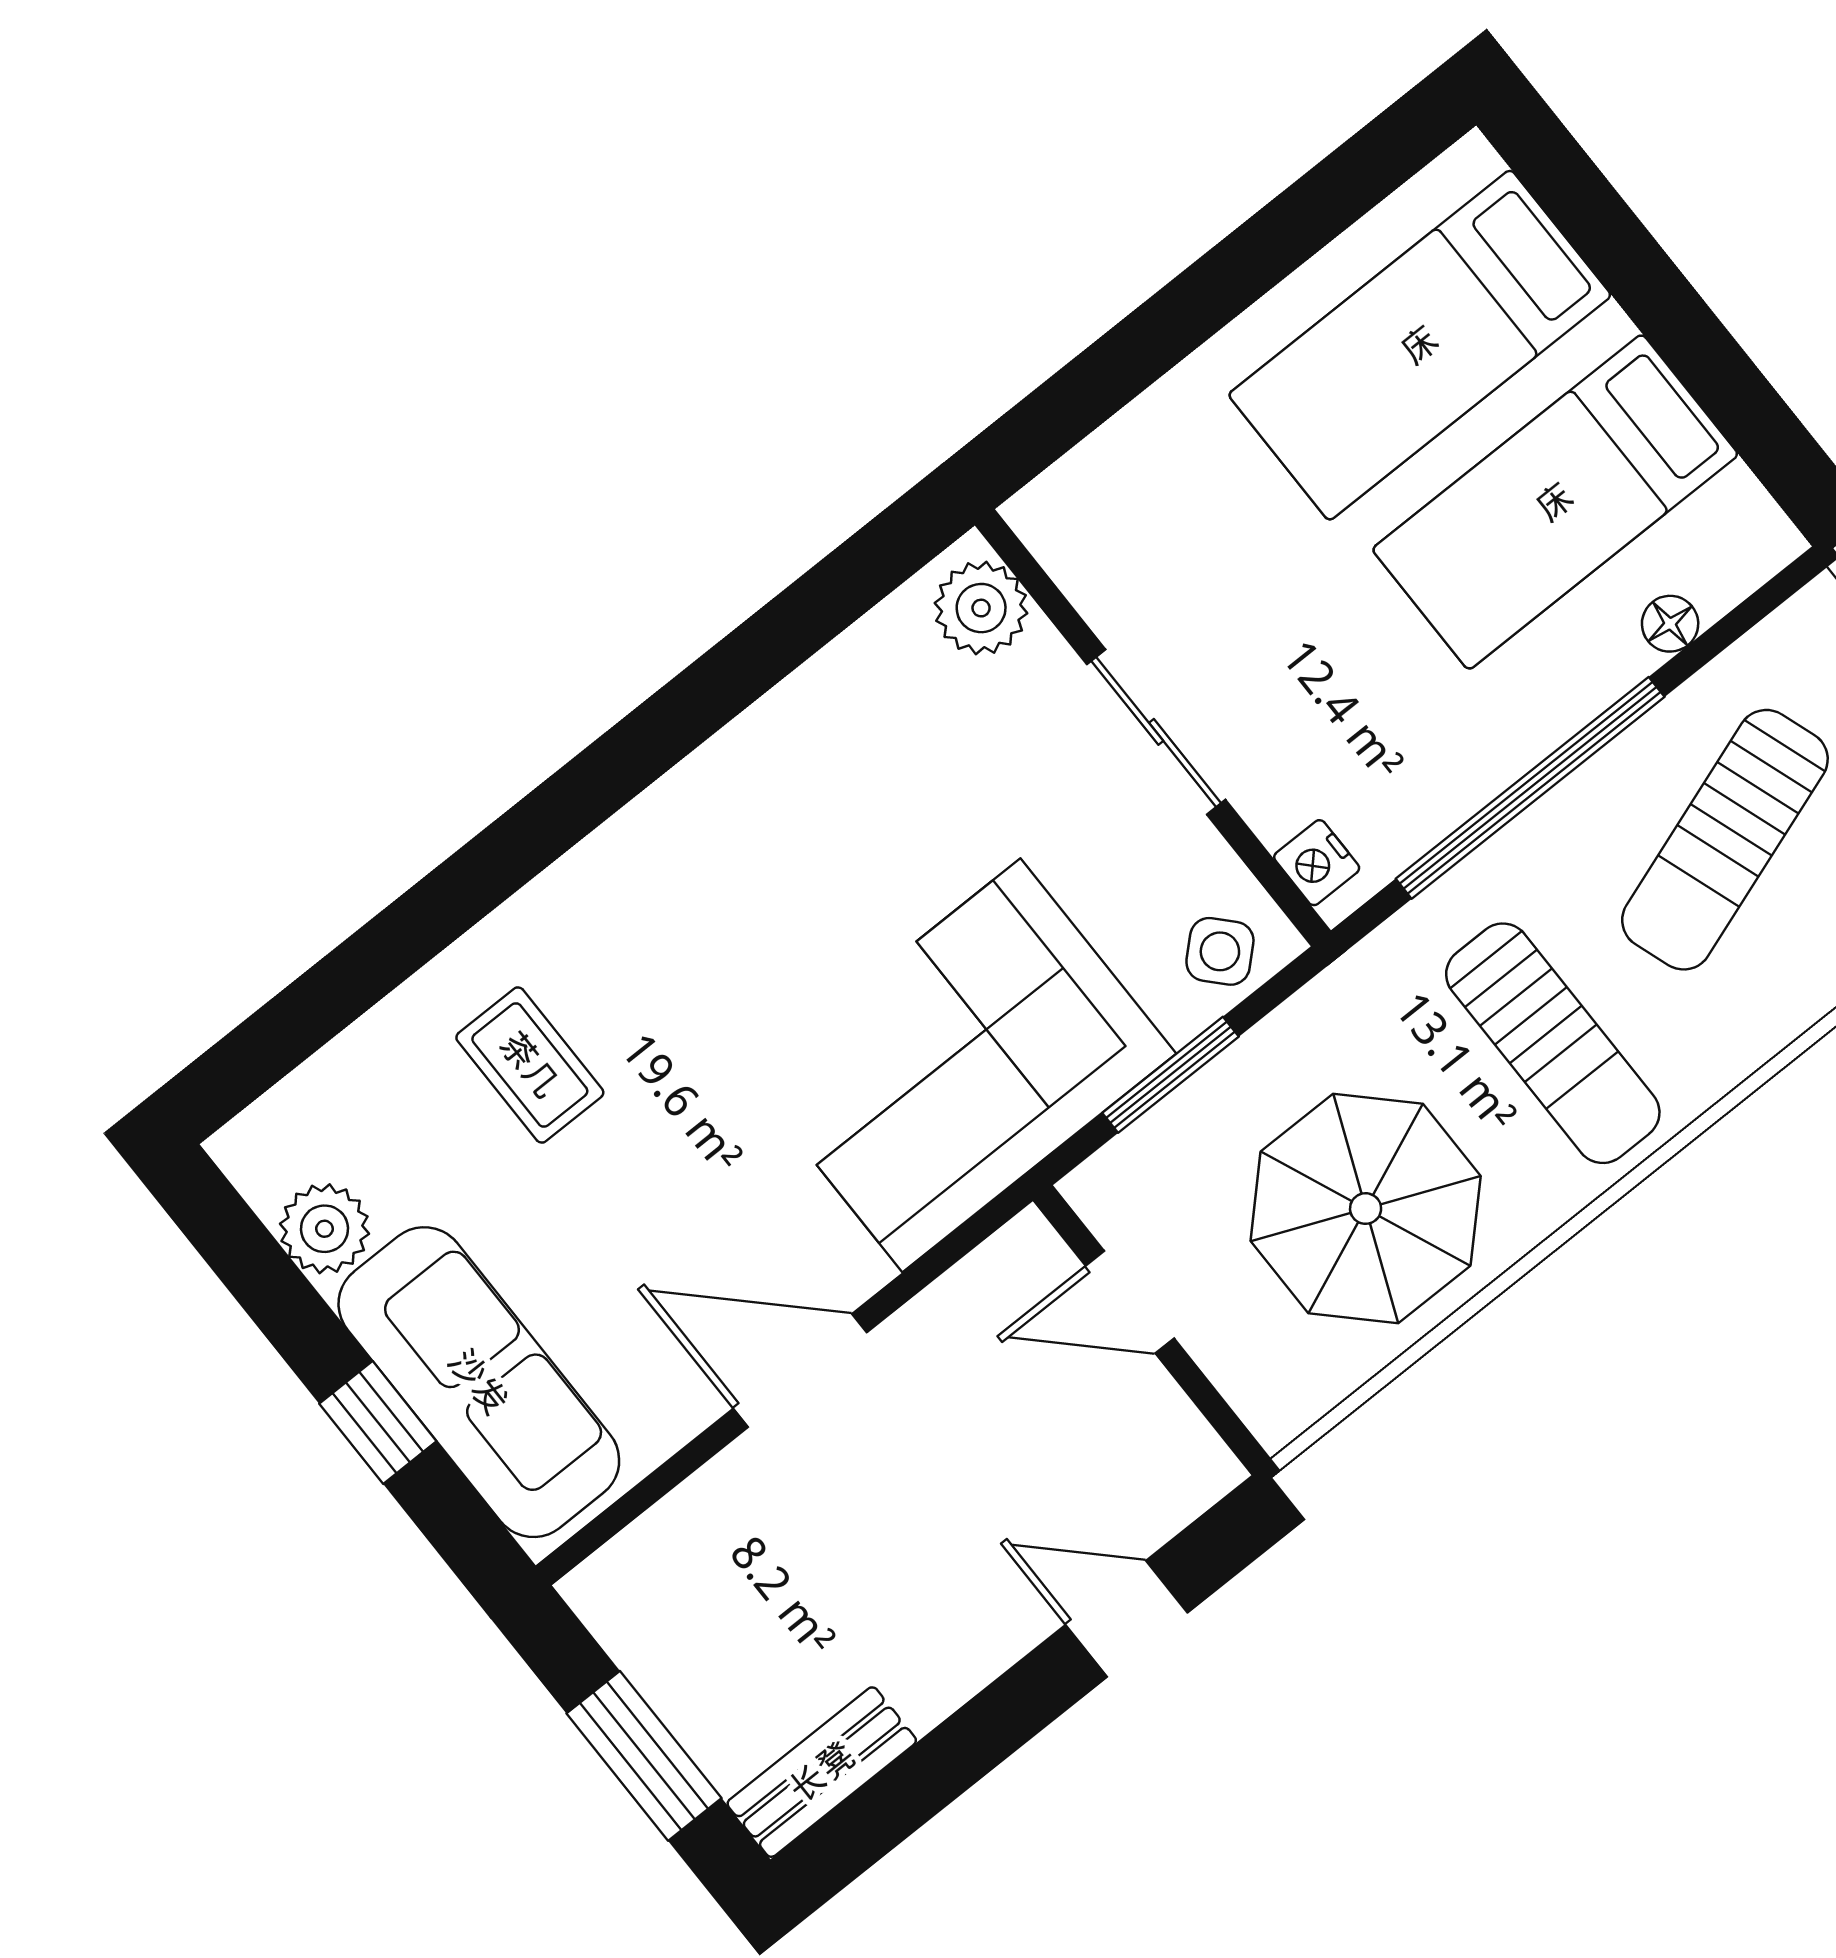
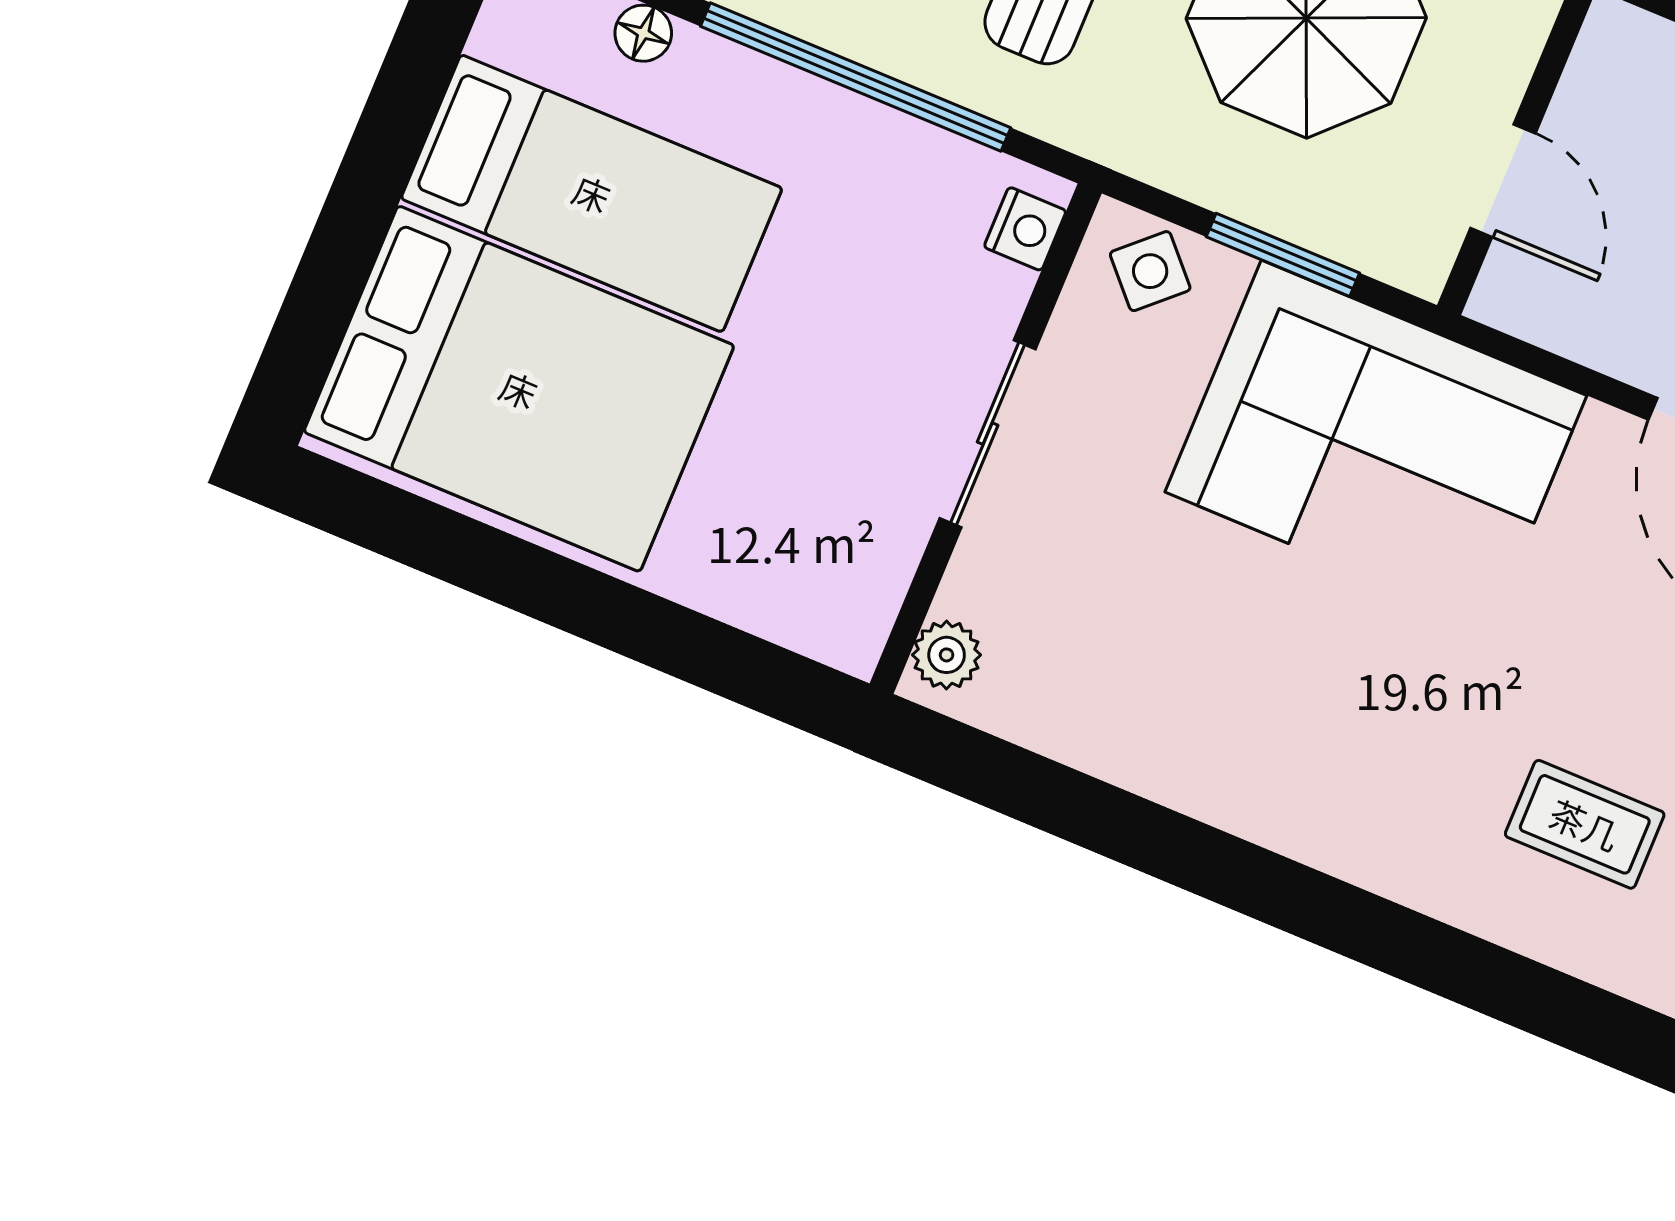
bed: (1420, 345) -> (519, 389), width x1.50
plant: (981, 608) -> (947, 655), width x0.73, depth x0.73
coffee table: (530, 1065) -> (1585, 824), turned 90

